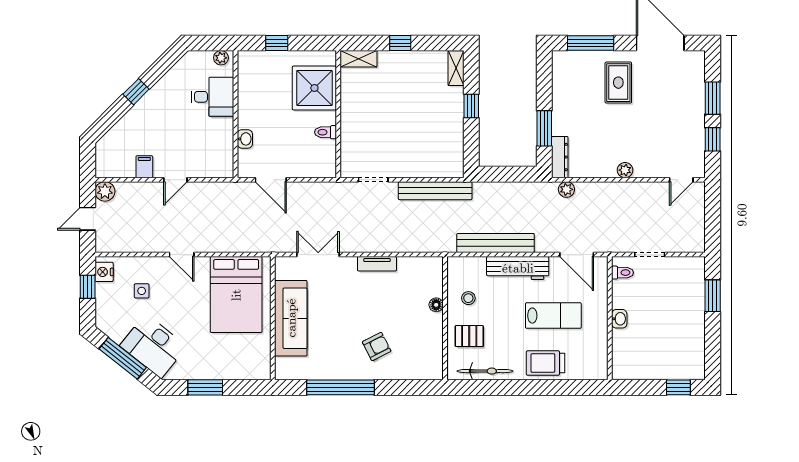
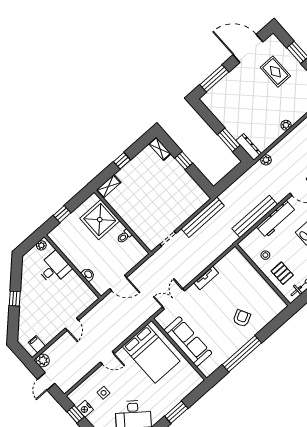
rug: (618, 83) -> (275, 72), moved
filing cabinet: (144, 167) -> (37, 344), moved
nightstand: (104, 272) -> (85, 409), moved
floor lamp: (436, 305) -> (253, 272), removed
pallet: (469, 336) -> (282, 273), turned 90

